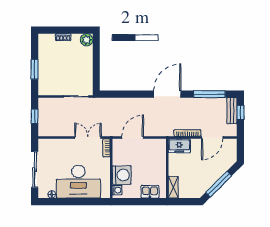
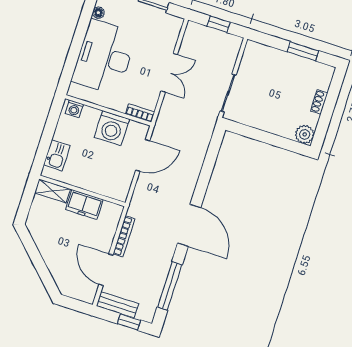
window: (35, 69) -> (303, 51), moved
bench: (232, 111) -> (117, 305), moved
double door: (88, 138) -> (169, 73), moved
door: (133, 138) -> (143, 155), hinge flipped
freezer: (179, 146) -> (84, 205), moved, turned -90
washing machine: (122, 175) -> (112, 128), moved
window: (219, 184) -> (36, 258), removed

